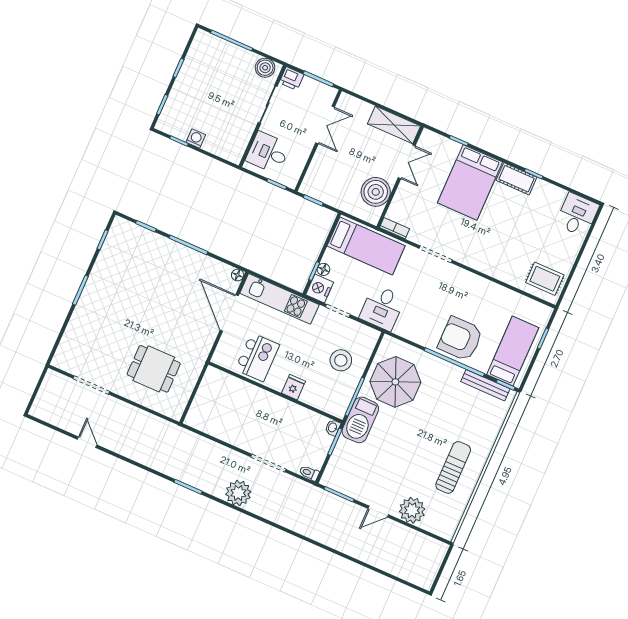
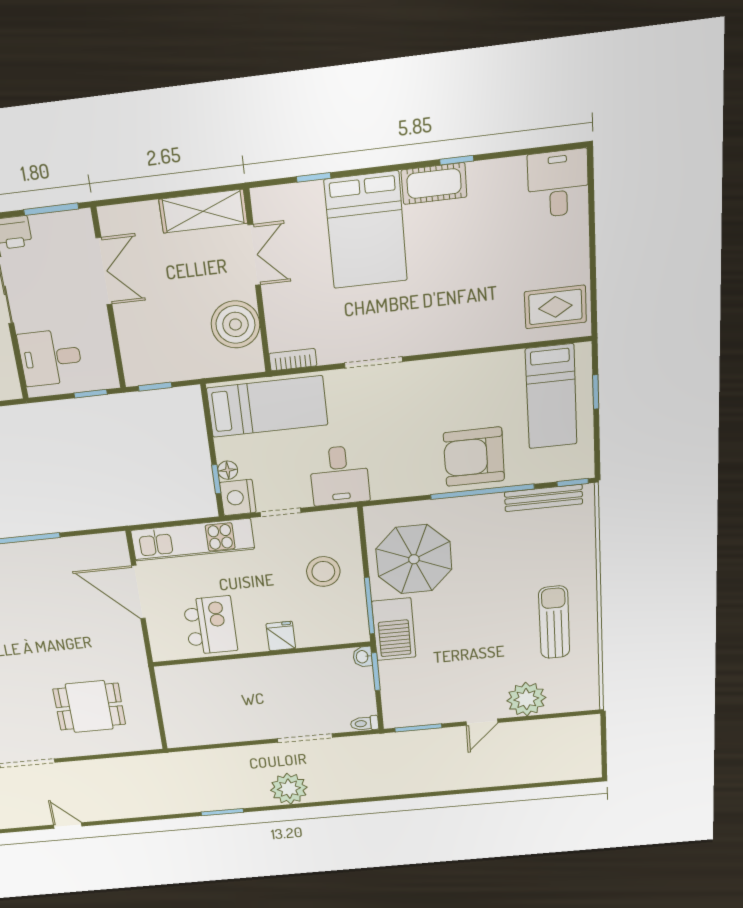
floor lamp: (238, 275) -> (118, 540), removed
bed: (513, 351) -> (551, 397), moved, turned 180

